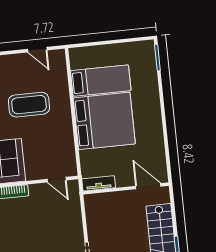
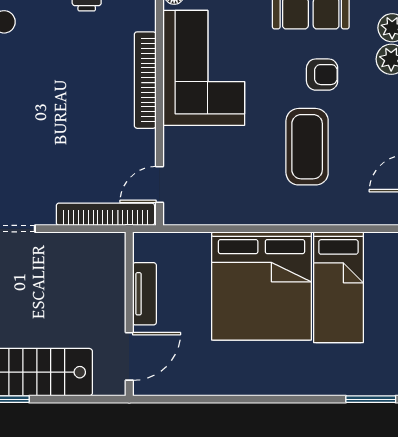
tv unit: (99, 183) -> (144, 294), moved
bookcase: (75, 206) -> (105, 214), added

